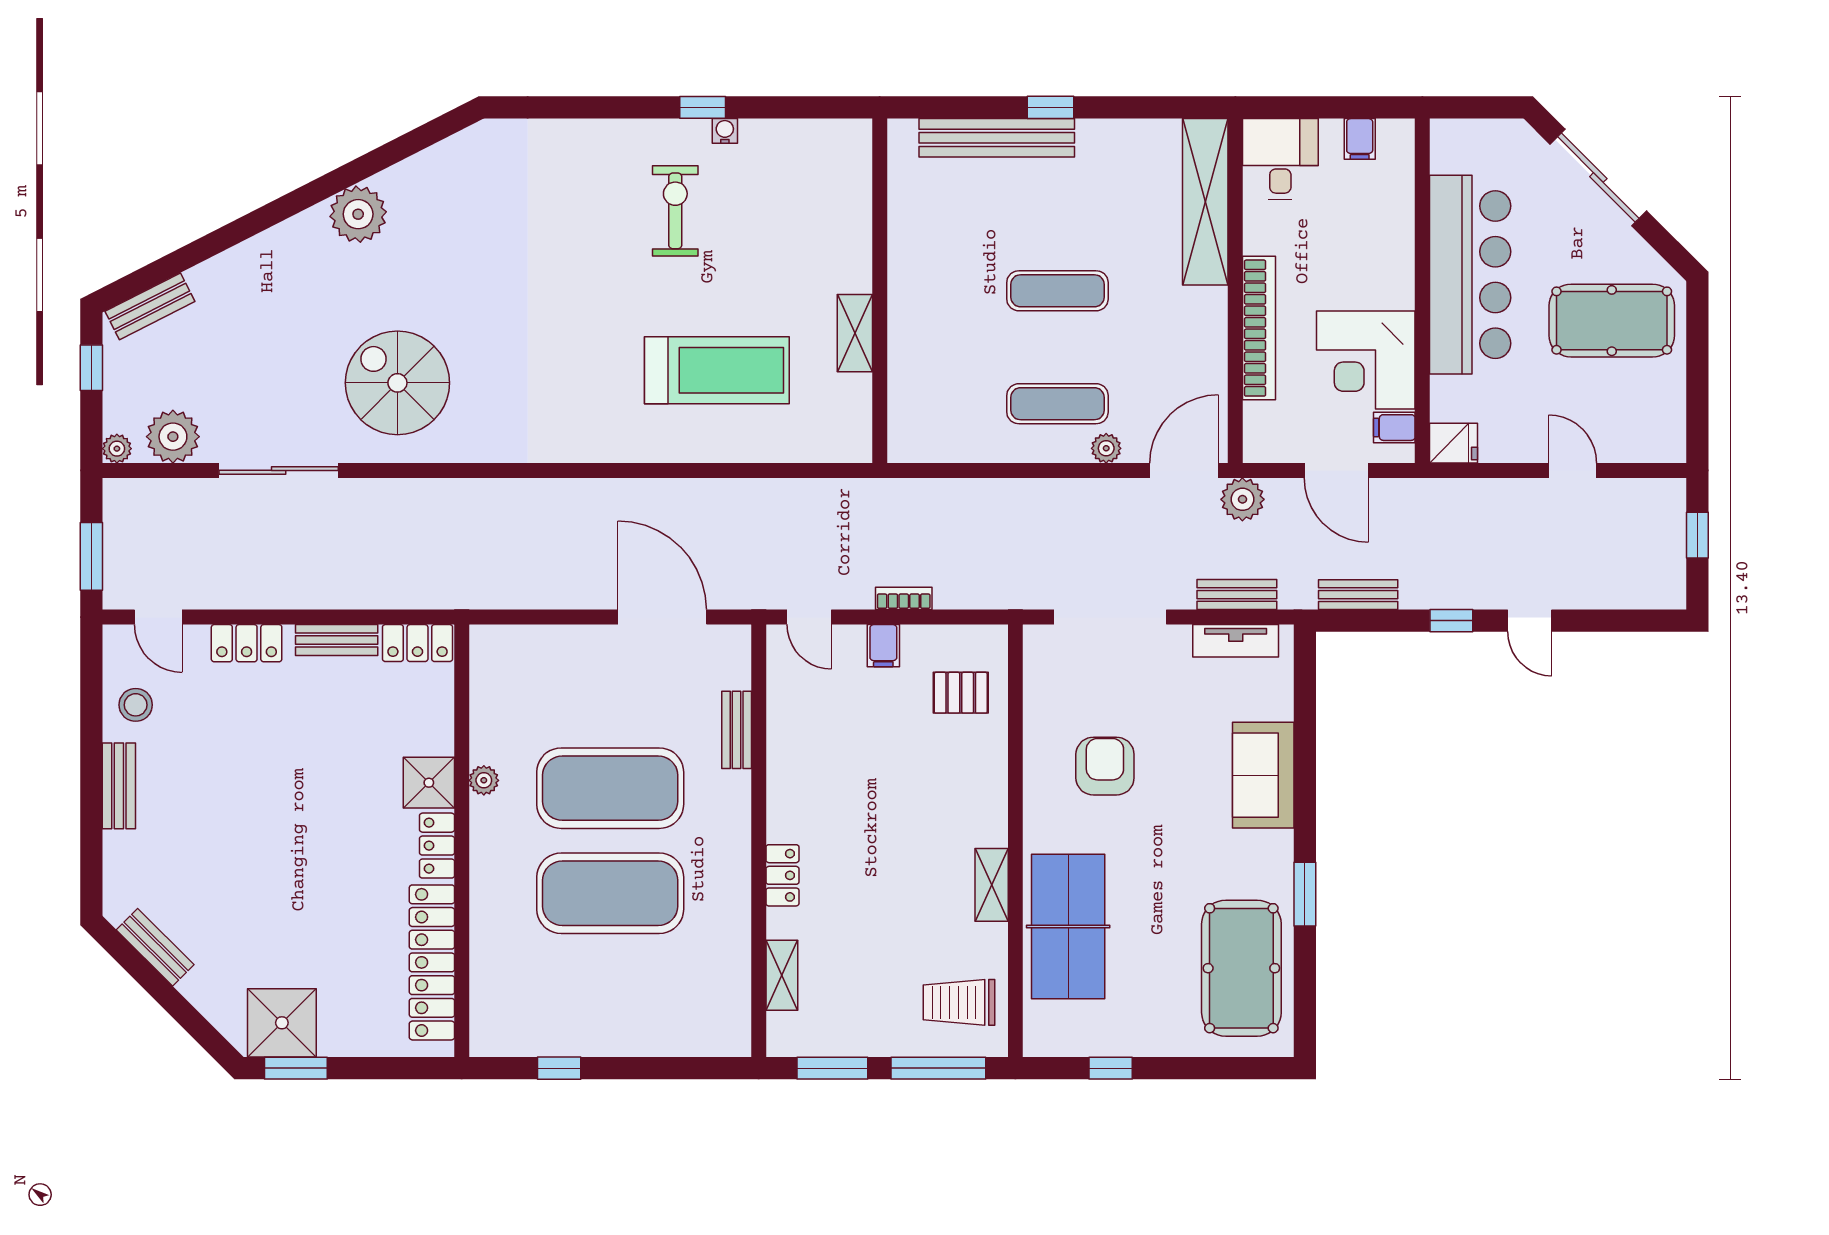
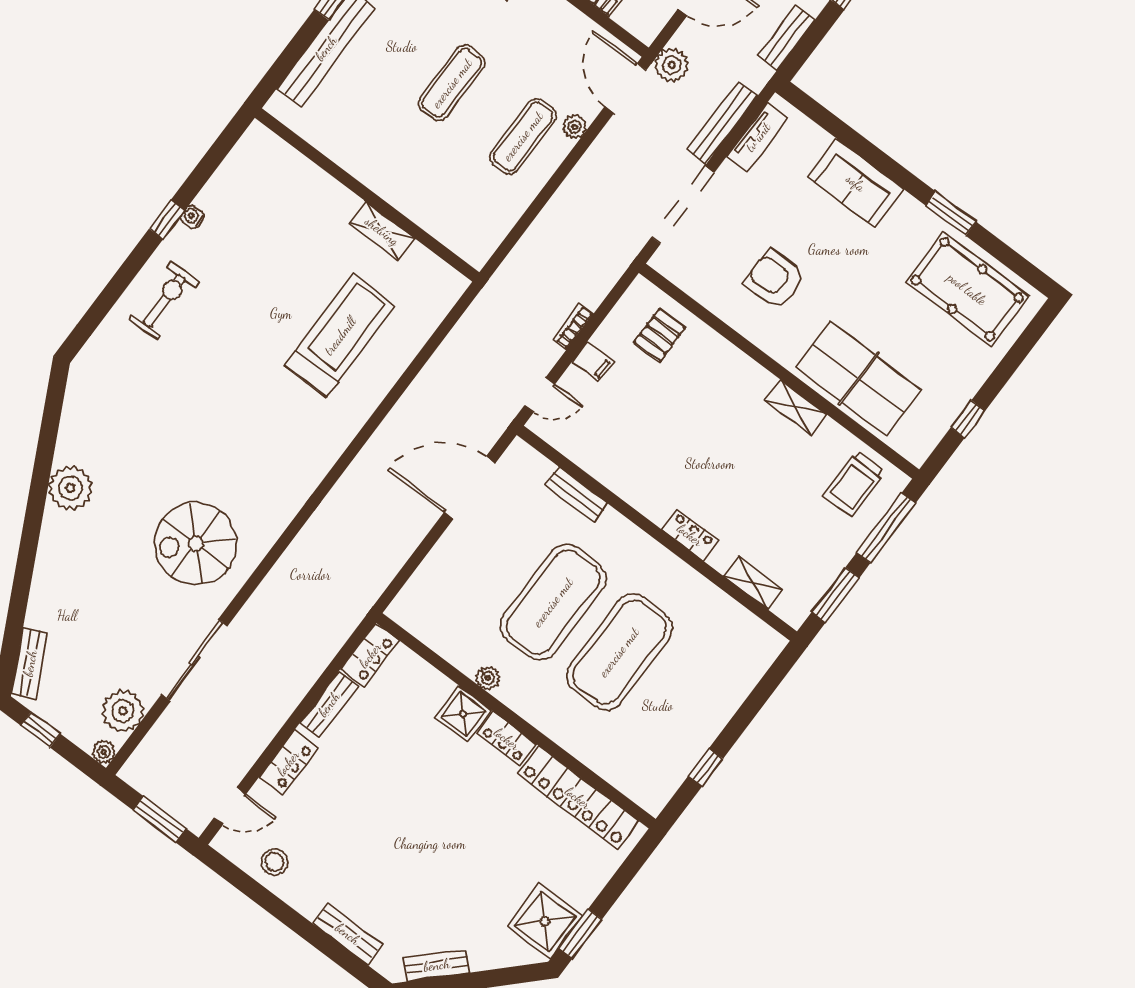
exercise bike: (675, 211) -> (164, 301), moved, turned 89
bench: (1237, 595) -> (722, 123), width x1.36
bench: (119, 786) -> (348, 934), moved

